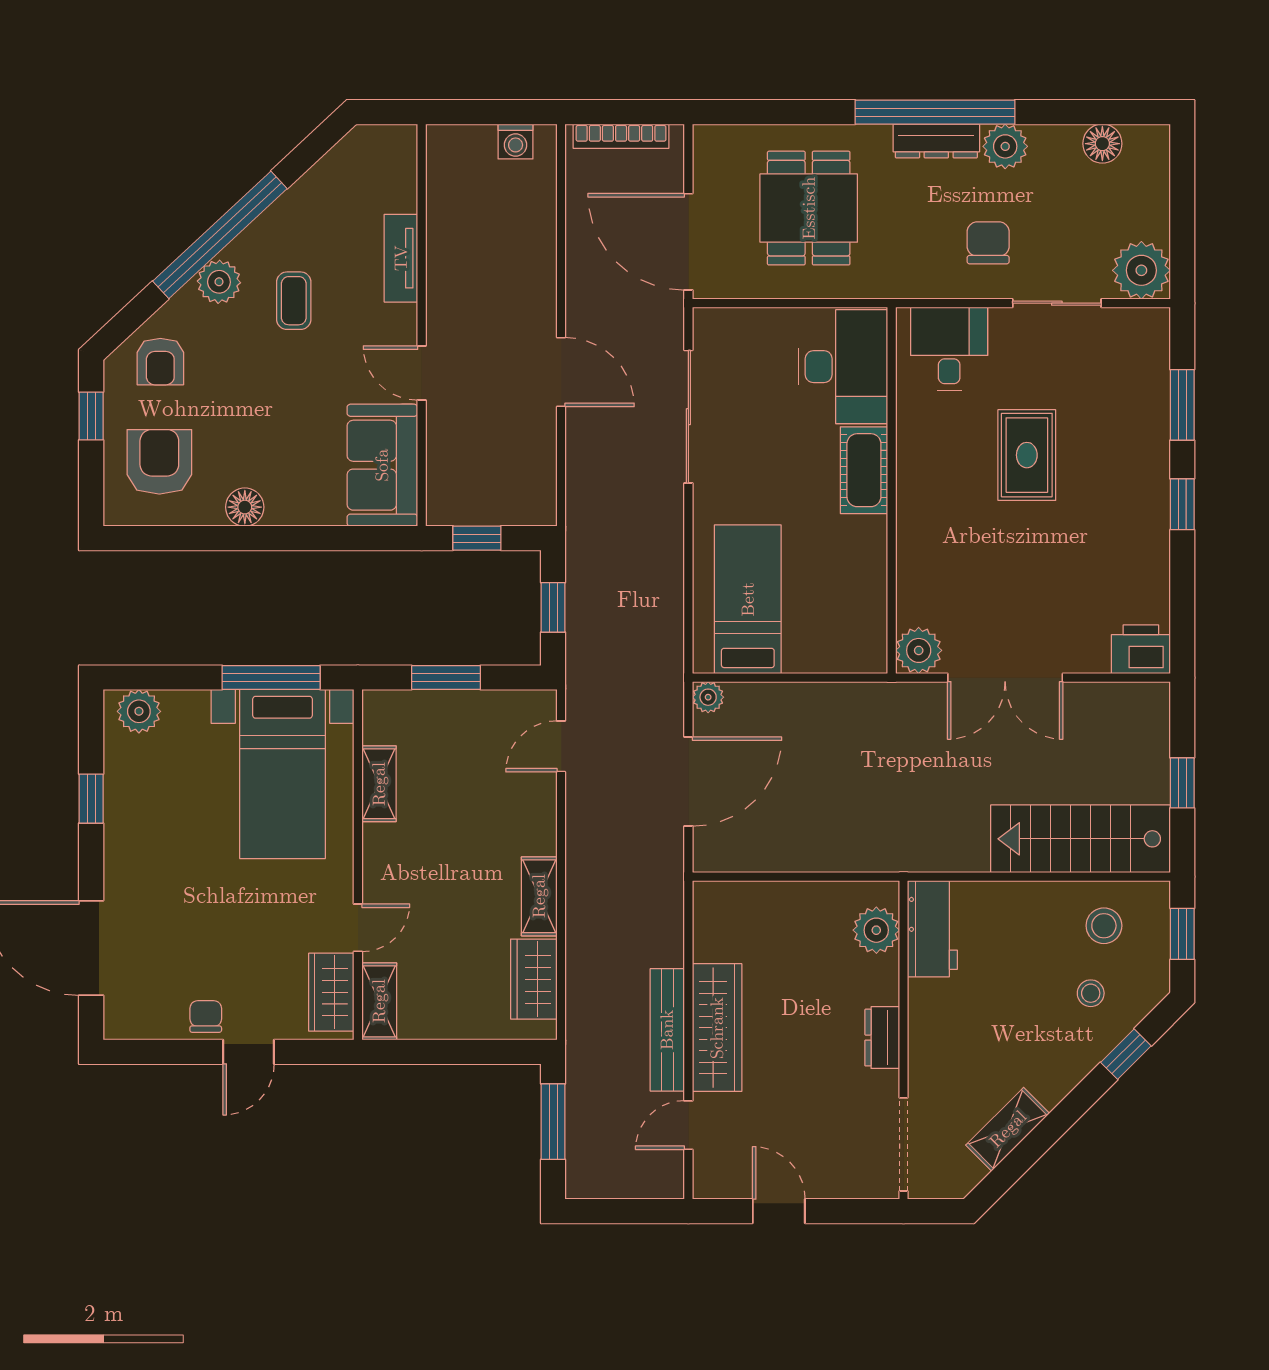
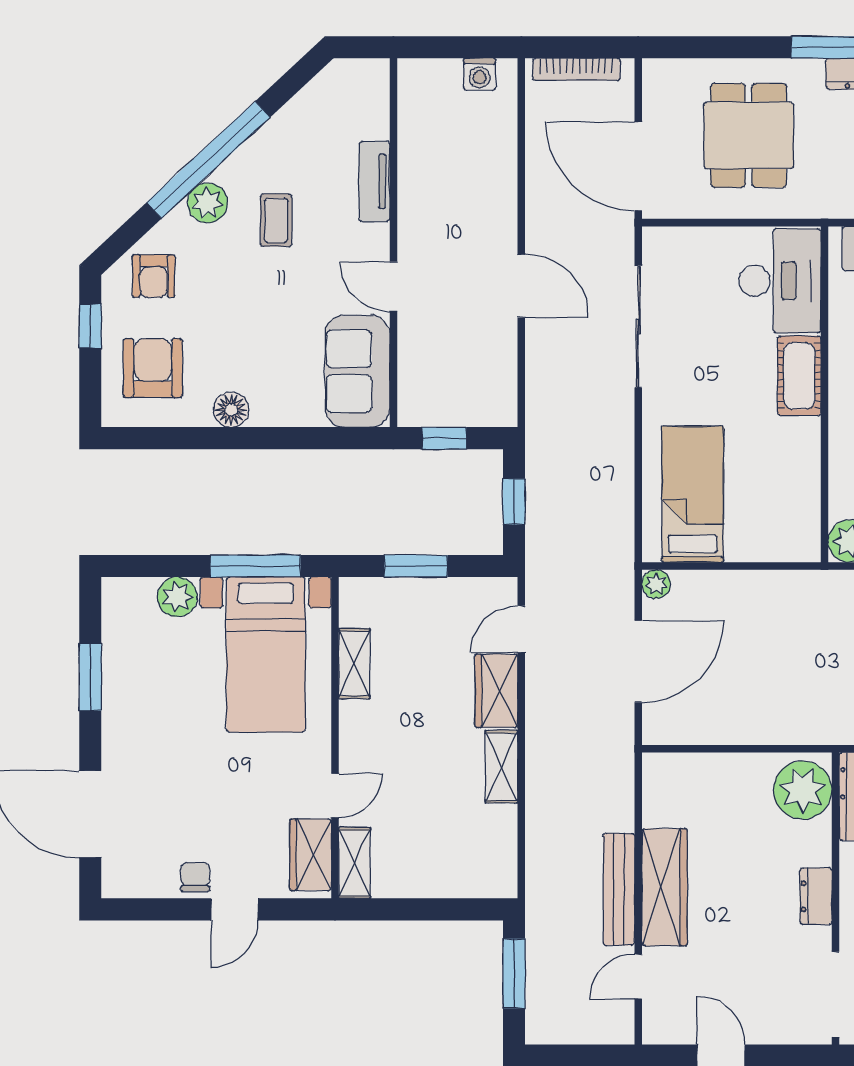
plant: (139, 711) -> (177, 597), moved
window: (91, 799) -> (90, 677), width x1.50
plant: (876, 930) -> (803, 790), width x1.36, depth x1.36
wardrobe: (534, 979) -> (496, 691), moved

